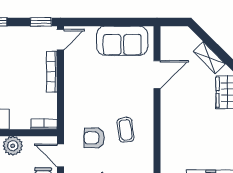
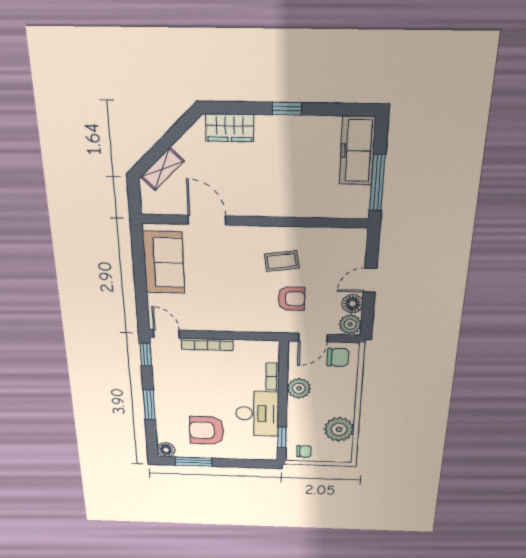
shelving: (209, 58) -> (162, 169), moved
bookcase: (44, 124) -> (273, 377), moved
armchair: (94, 138) -> (291, 299), turned -90

